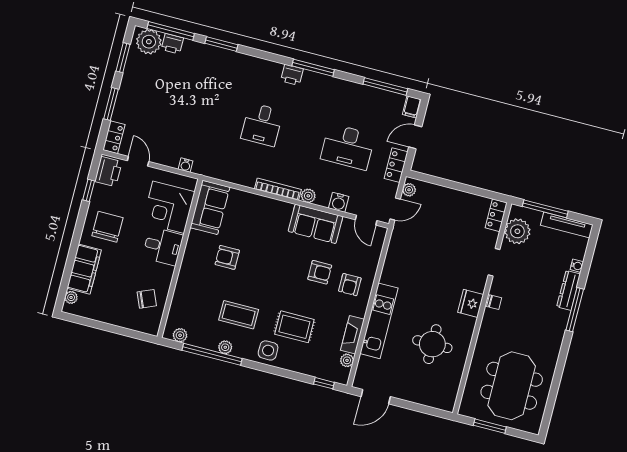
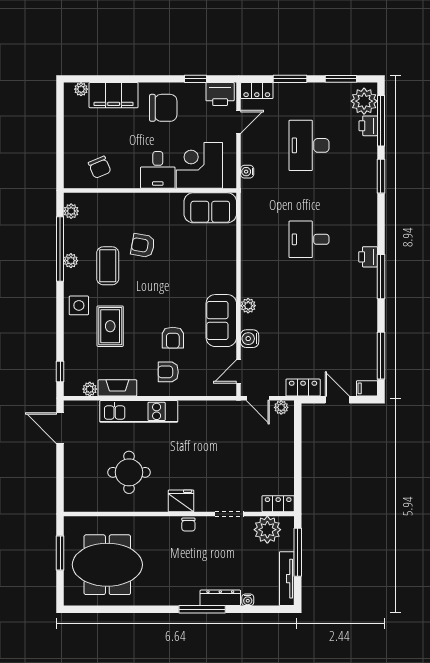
desk: (348, 147) -> (309, 145), moved
bookcase: (278, 189) -> (247, 273), removed
armchair: (227, 257) -> (143, 245), moved, turned -80

